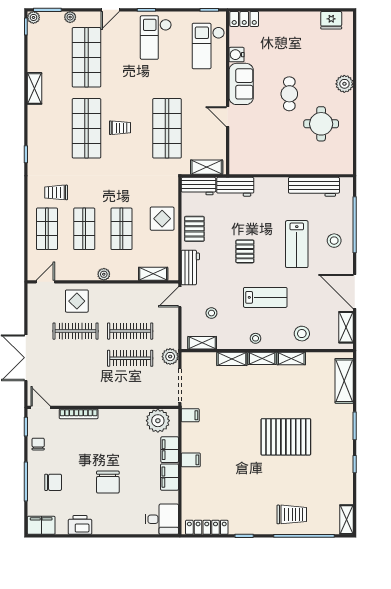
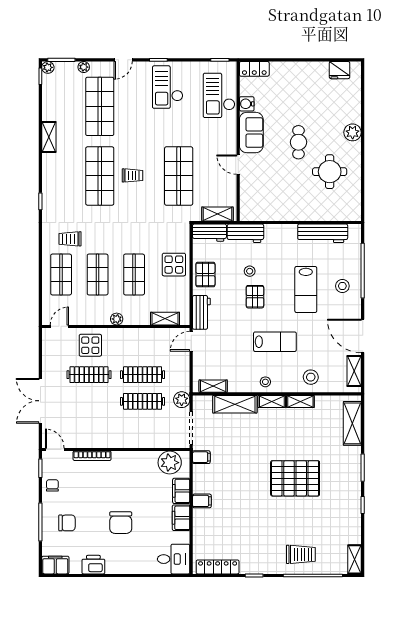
stool: (211, 313) -> (250, 271), moved
shelving: (232, 359) -> (235, 404), width x1.50, depth x1.33

